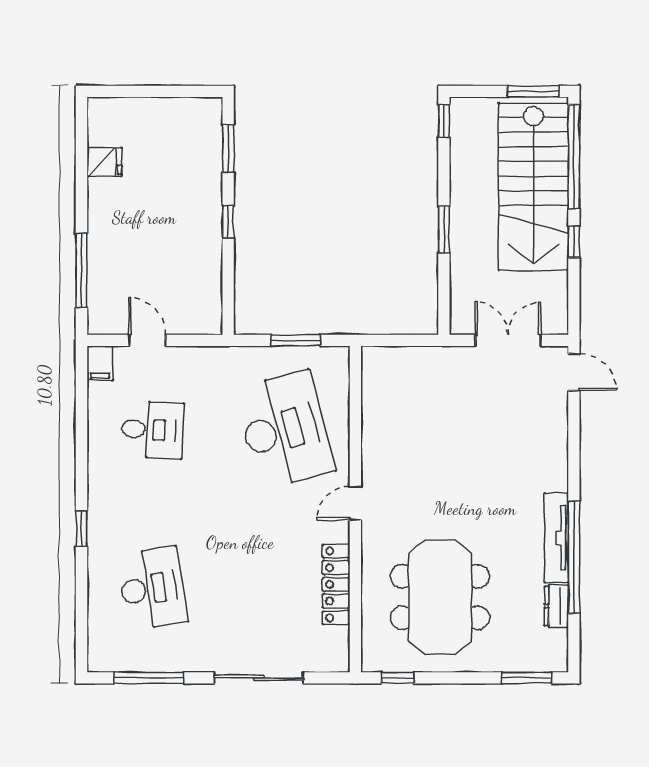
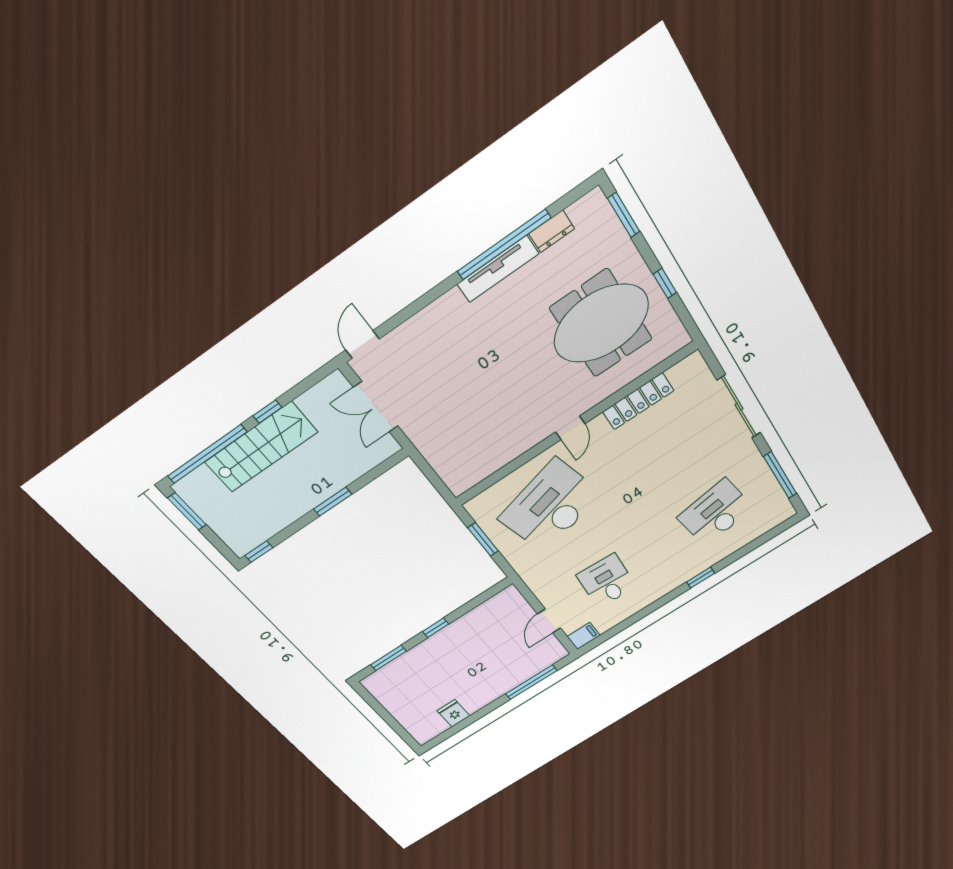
stairs: (533, 187) -> (261, 447), width x0.73, depth x0.66
door: (355, 503) -> (570, 428), hinge flipped
window: (398, 678) -> (665, 283), moved

